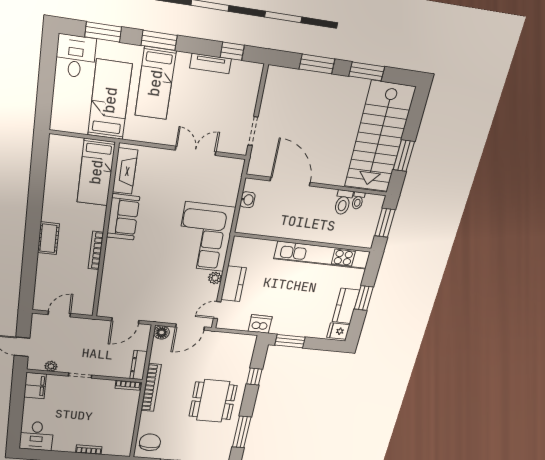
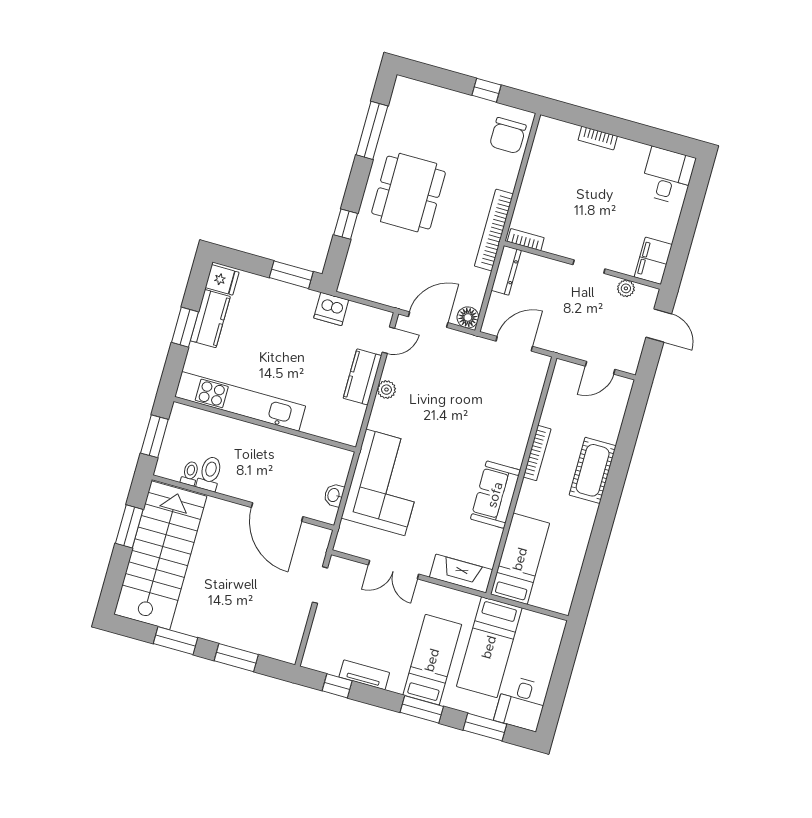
fireplace: (125, 171) -> (461, 574), moved, turned 90
corner sofa: (205, 237) -> (385, 482), moved
cot: (48, 238) -> (593, 470), width x1.37, depth x1.34

